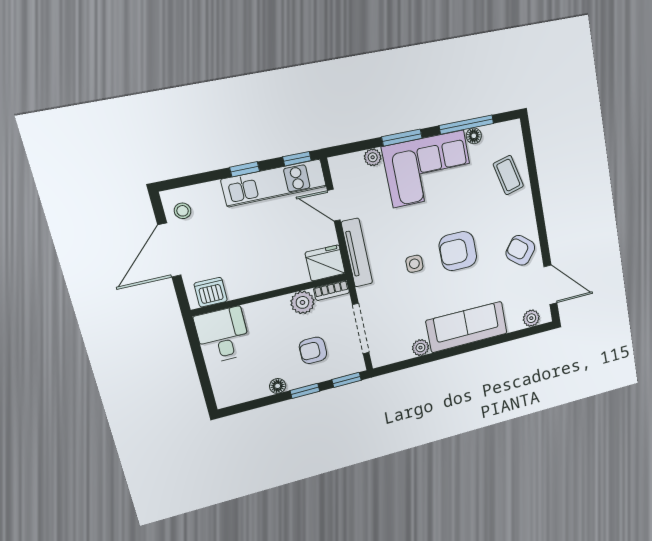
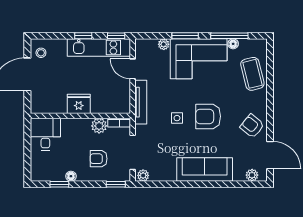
coffee table: (508, 175) -> (252, 74), width x1.36, depth x1.30
fridge: (325, 263) -> (79, 104), moved
dishwasher: (211, 292) -> (45, 106), removed
plant: (420, 348) -> (143, 175), moved
window: (305, 391) -> (59, 184), moved

